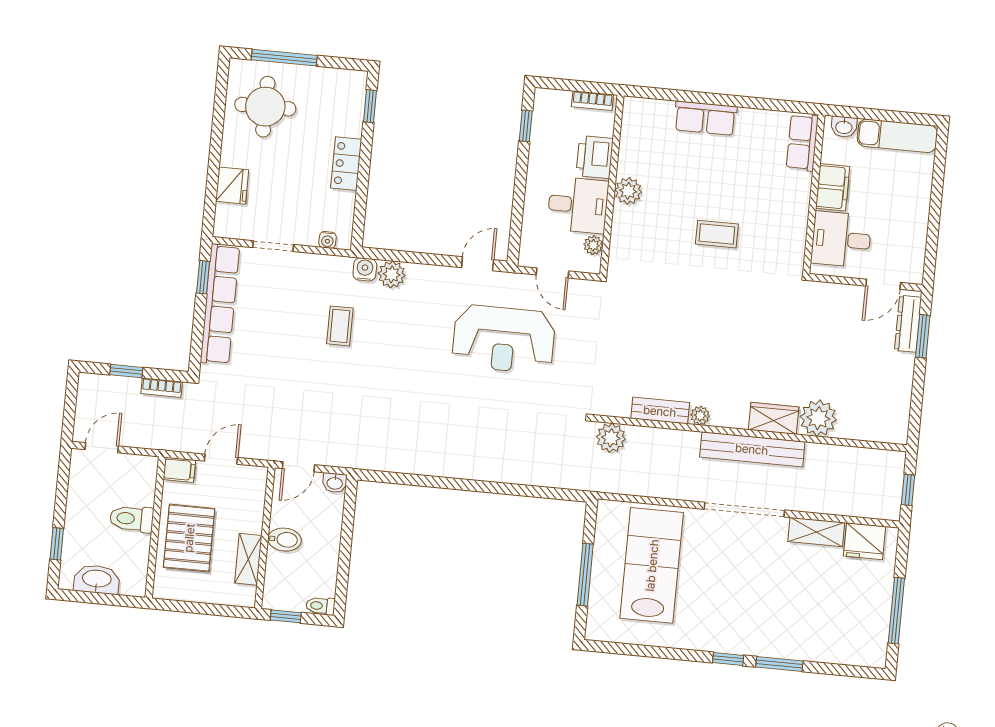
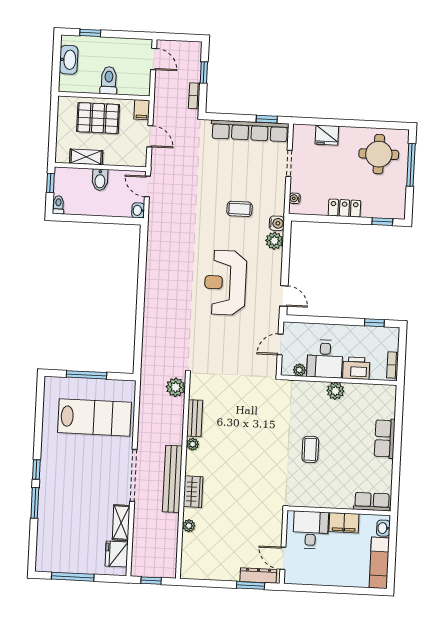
reception desk: (504, 339) -> (225, 283), moved
plant: (818, 418) -> (189, 526), width x0.53, depth x0.53

